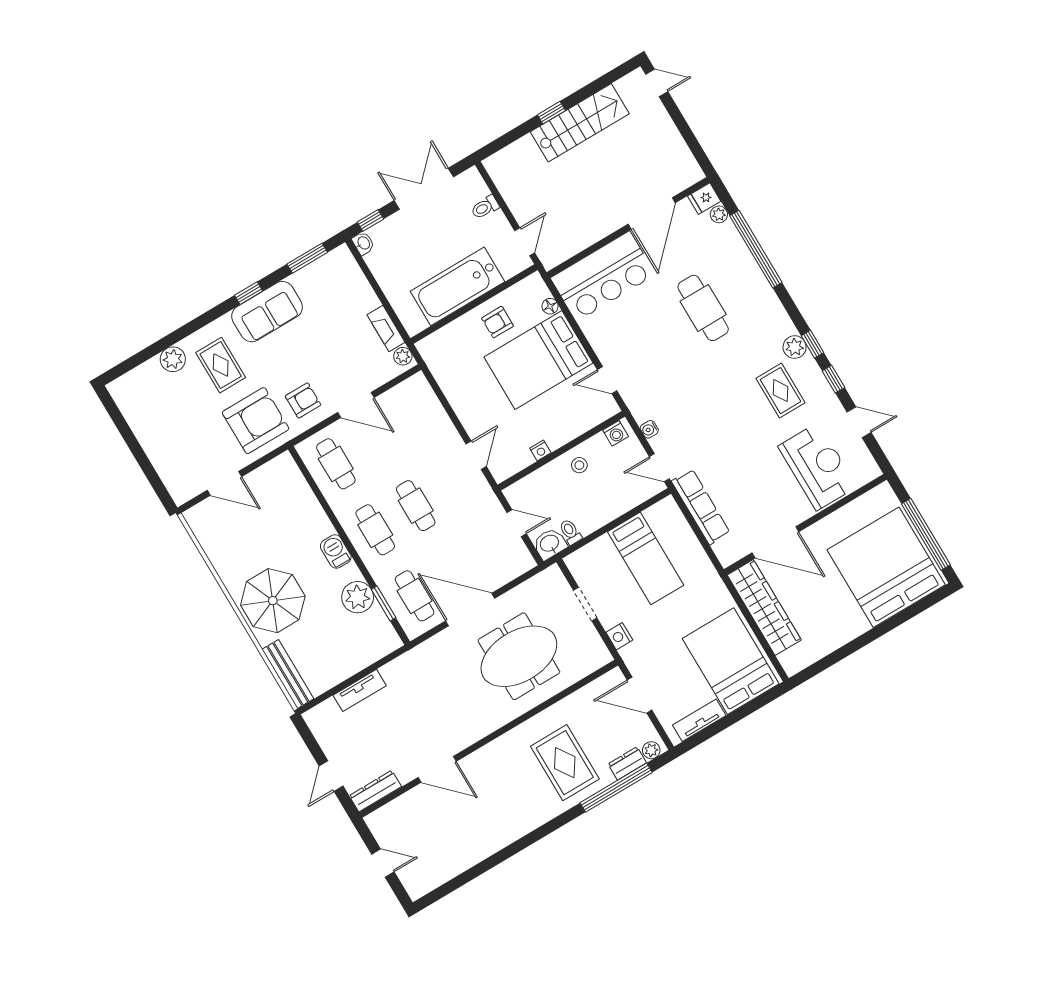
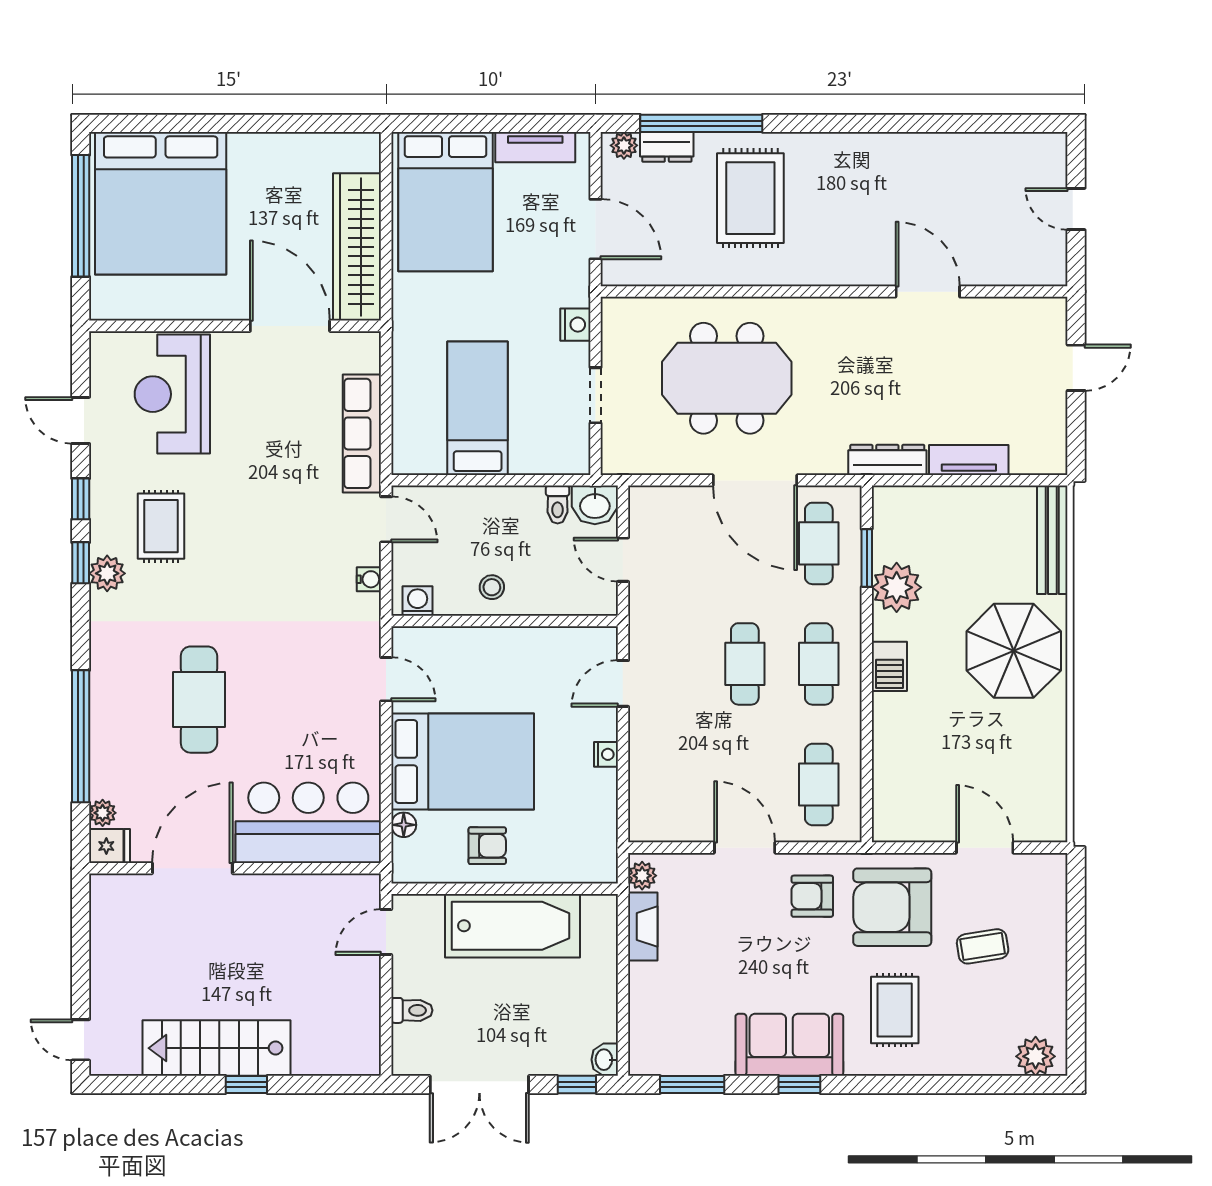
plant: (173, 359) -> (1036, 1056), moved
coffee table: (193, 429) -> (983, 946), added
nightstand: (540, 451) -> (606, 754), moved, turned 90
dresser: (375, 791) -> (887, 460), moved, turned 180

